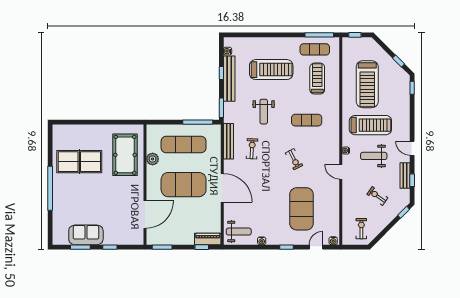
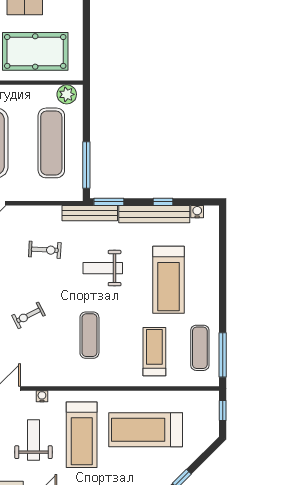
treadmill: (317, 79) -> (154, 352), turned -90
bench: (229, 141) -> (90, 213), moved
plant: (153, 159) -> (67, 94), moved

